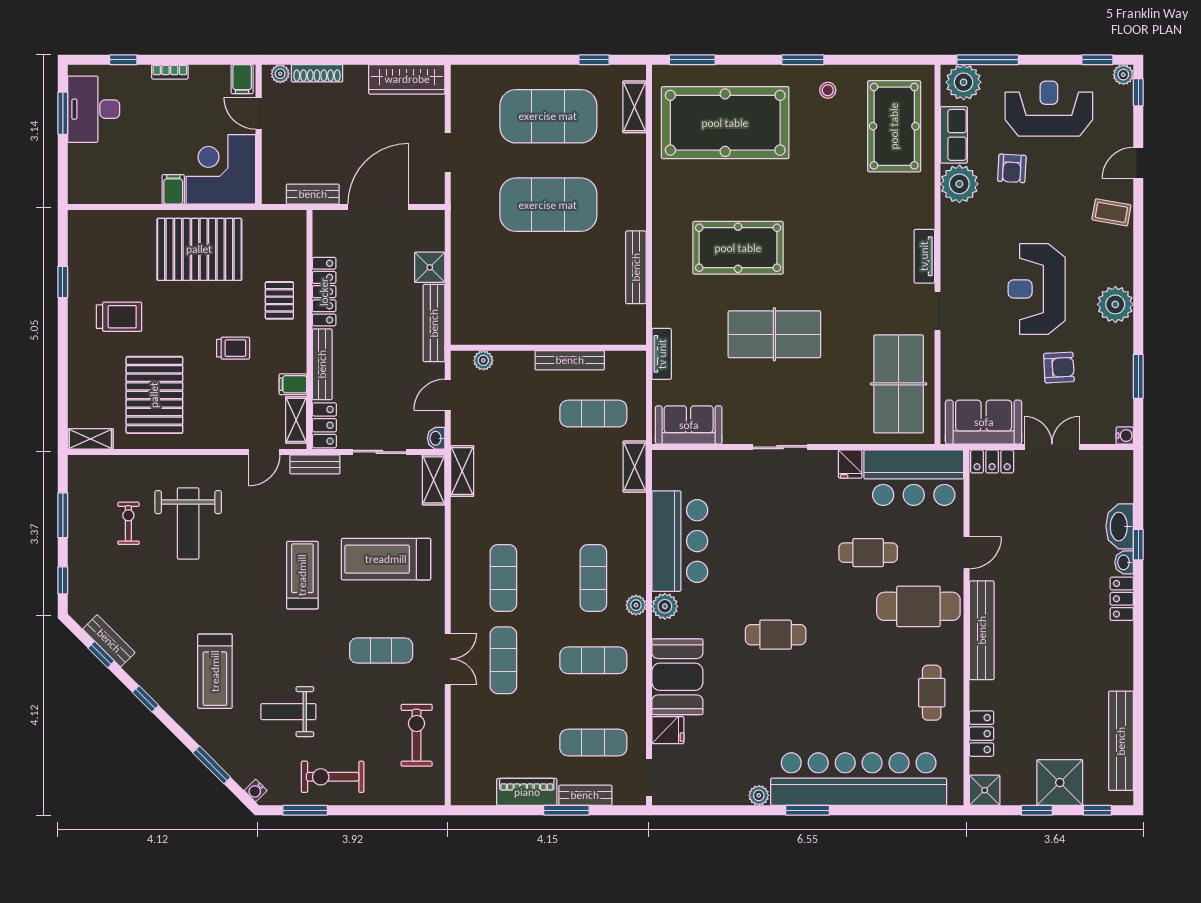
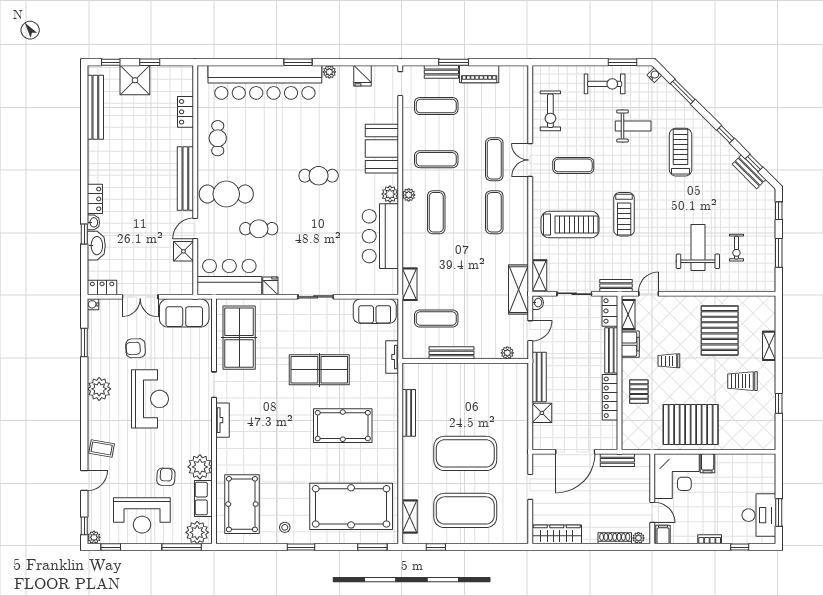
filing cabinet: (293, 384) -> (630, 344), width x2.00
shelving: (90, 439) -> (769, 346), moved, turned 90
locker: (992, 461) -> (102, 288), moved
shelving: (462, 471) -> (519, 290), width x1.50, depth x1.33
fridge: (668, 730) -> (363, 76), moved, turned -90
shower: (985, 790) -> (183, 251), moved

